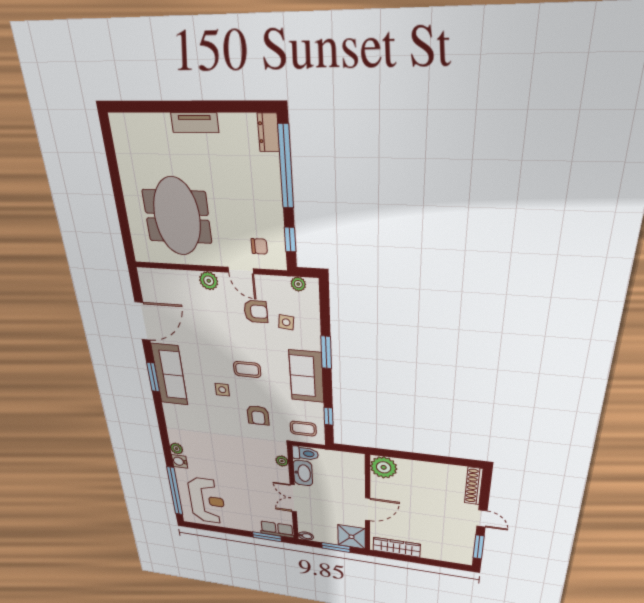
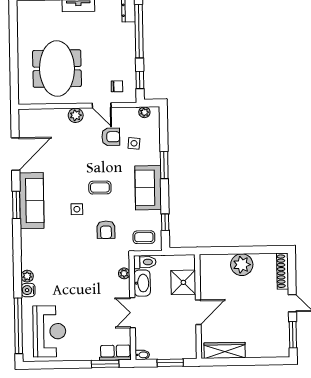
plant: (384, 467) -> (242, 265), moved
shower: (352, 537) -> (183, 282), moved

